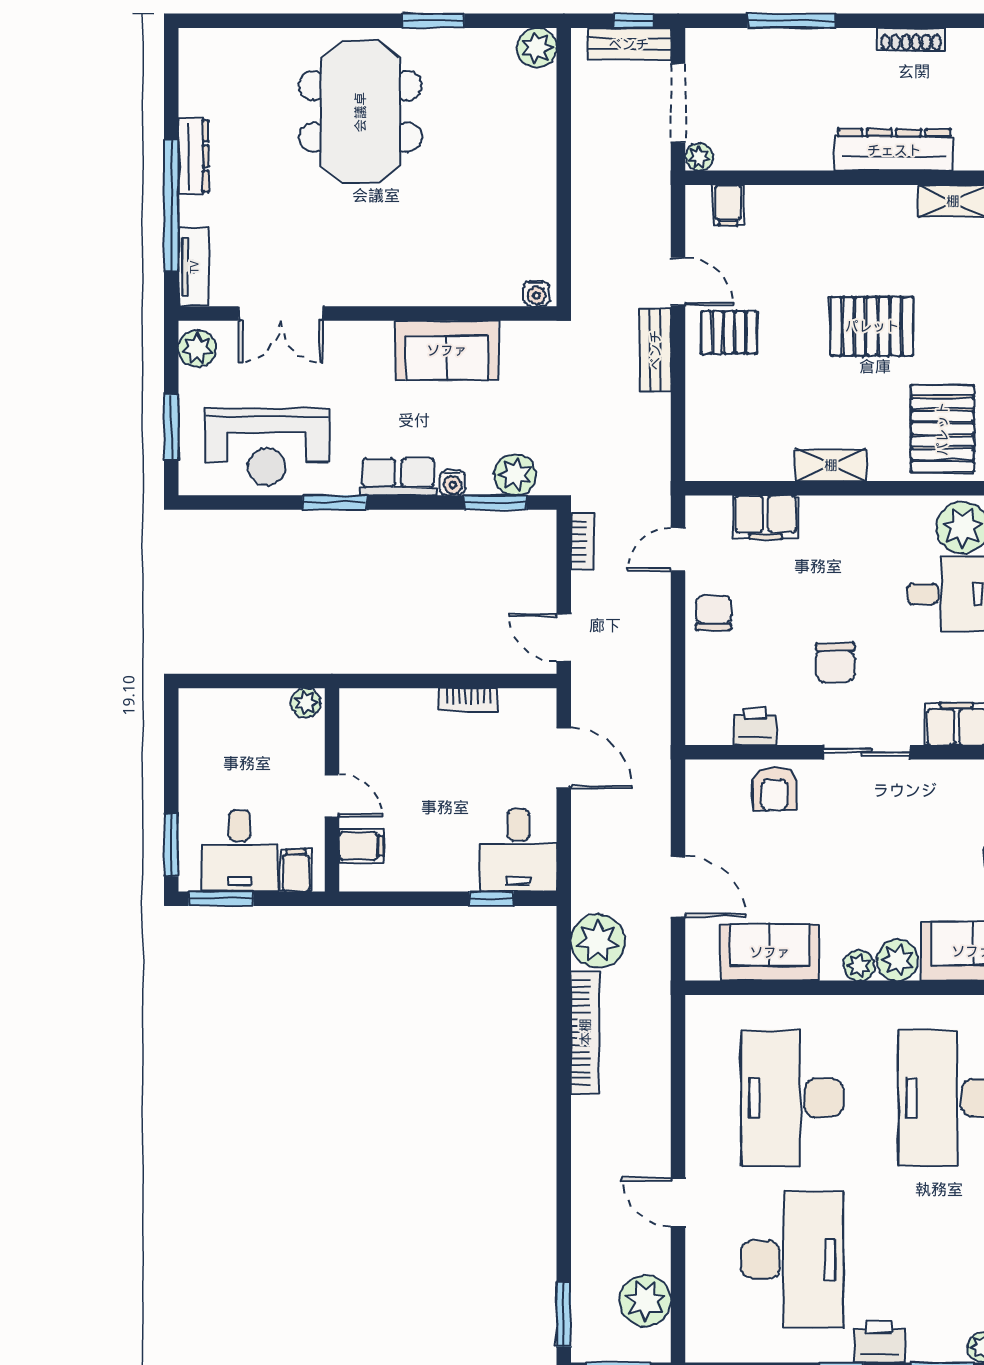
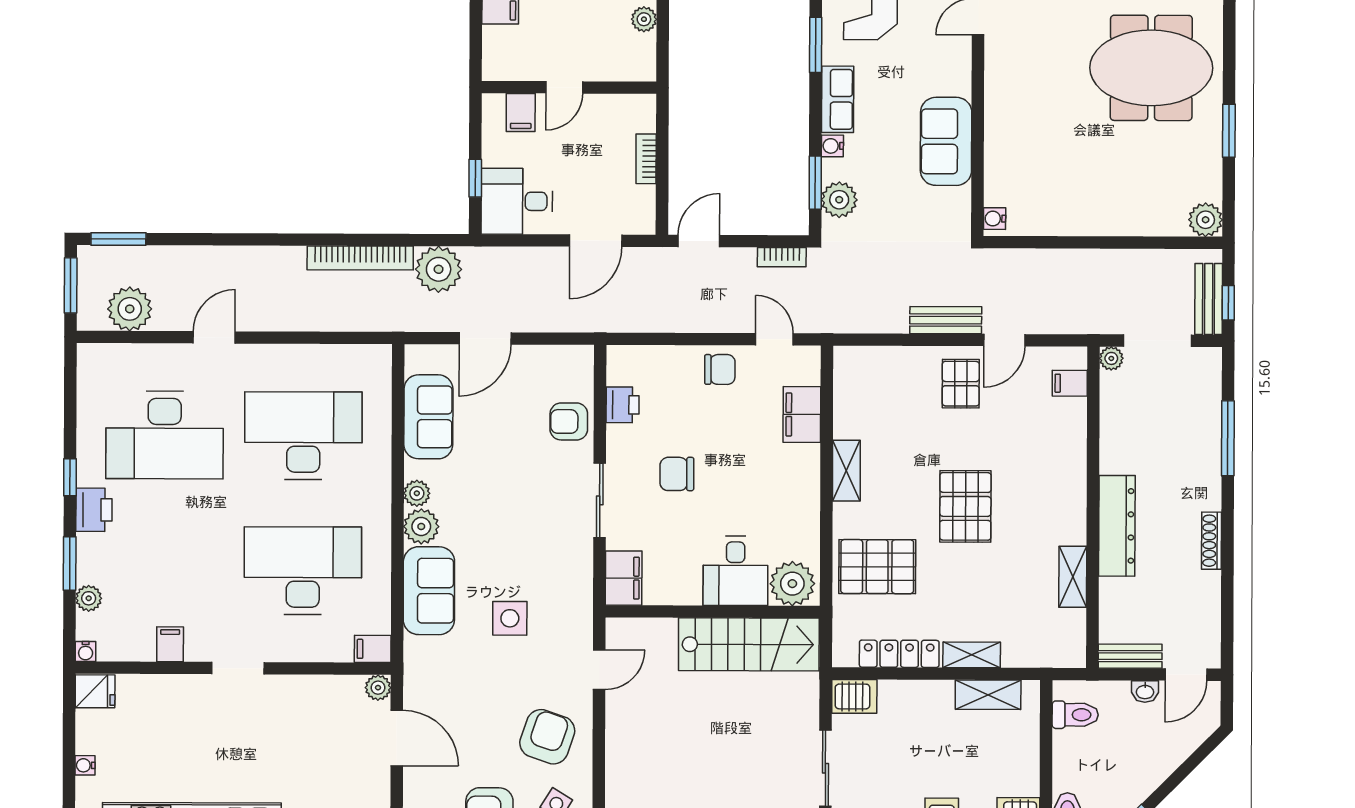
wall: (332, 790) -> (569, 87), moved
door: (332, 795) -> (564, 87), moved
filing cabinet: (361, 846) -> (521, 113), moved

